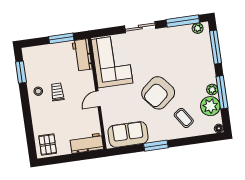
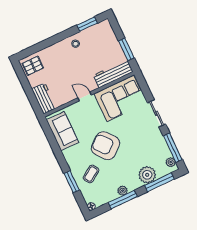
workbench: (82, 55) -> (113, 74), width x1.38
trolley: (57, 92) -> (80, 60), removed
plant: (210, 106) -> (147, 175), moved
window: (156, 146) -> (72, 182), moved

